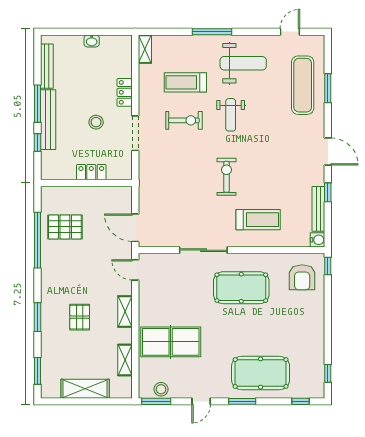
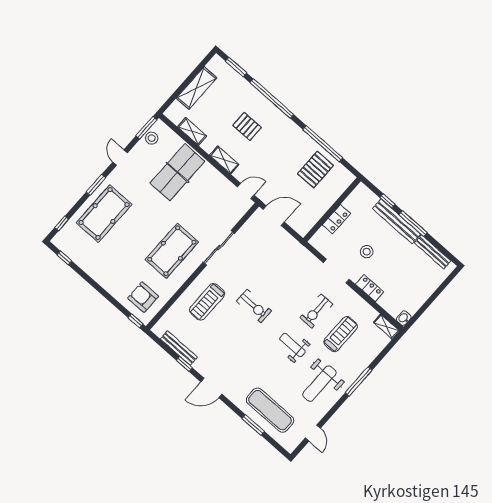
washbasin: (92, 41) -> (404, 318), moved
water cooler: (318, 240) -> (159, 329), removed
window: (38, 317) -> (272, 99), width x2.11

